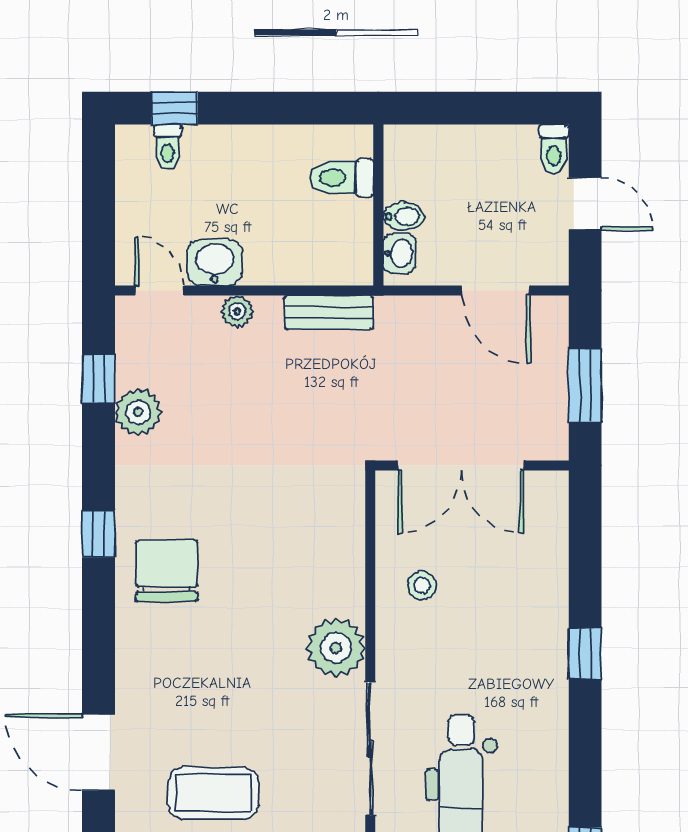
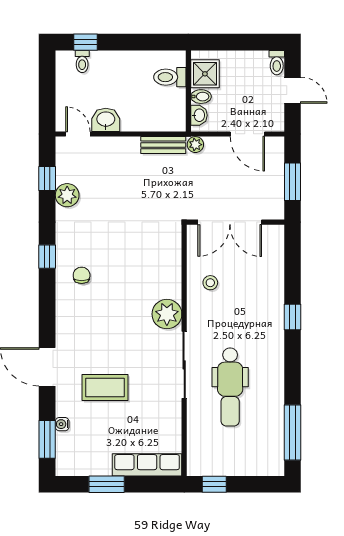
shower: (411, 171) -> (205, 74), added
plant: (237, 311) -> (195, 145), moved
chair: (167, 571) -> (82, 275), width x0.54, depth x0.54

